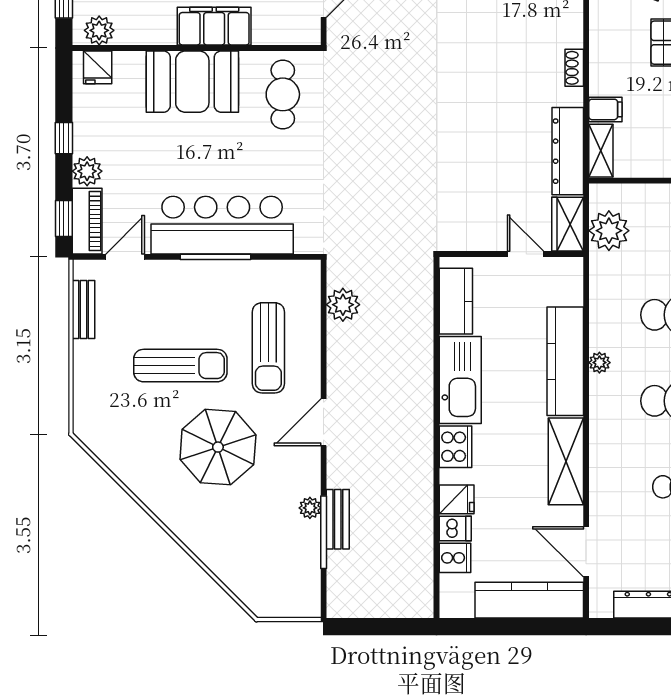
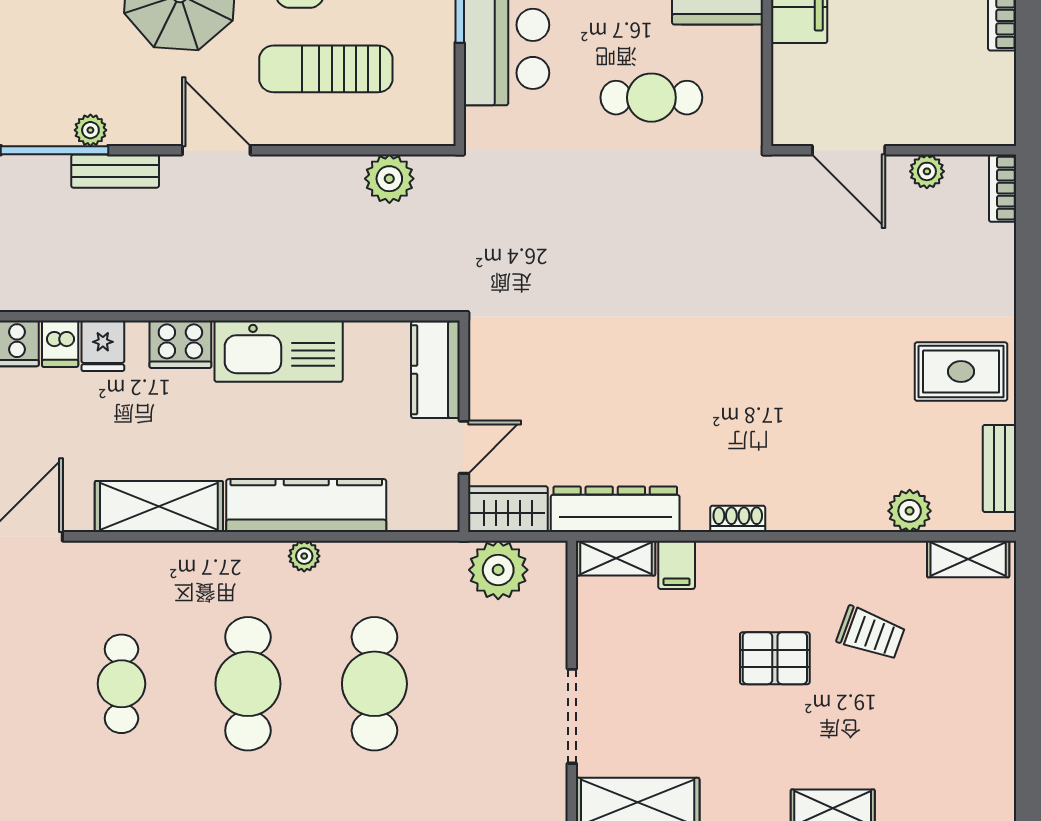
cafe table: (283, 94) -> (651, 98), moved
kitchen counter: (456, 301) -> (435, 370), moved, turned 90
bench: (338, 519) -> (115, 171), moved

